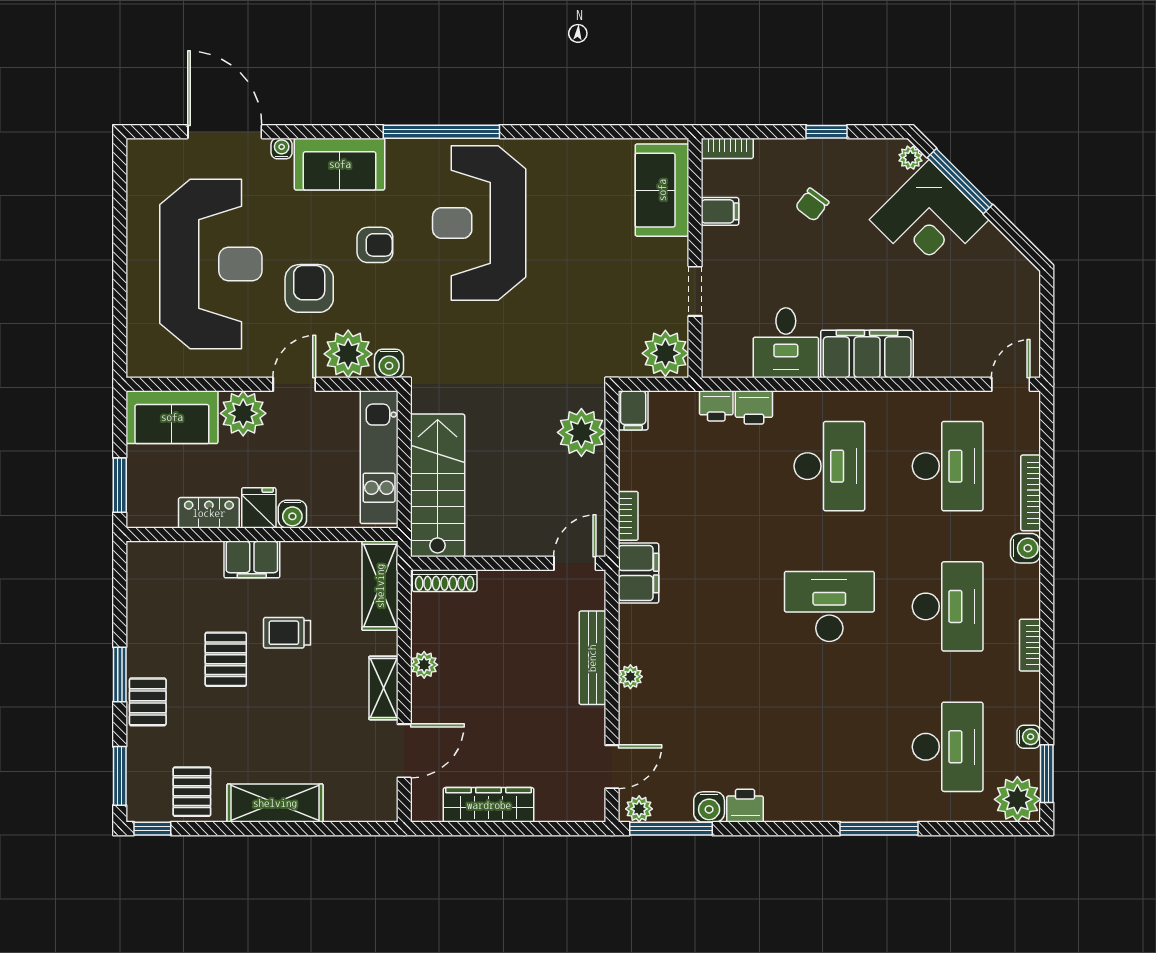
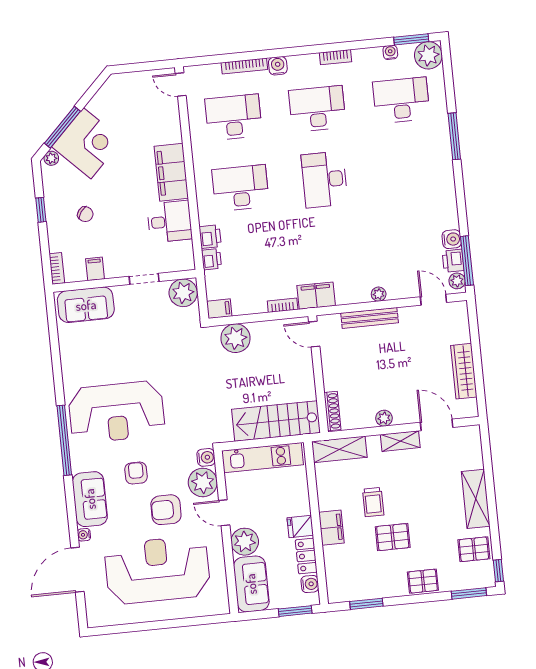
water cooler: (292, 514) -> (310, 584), moved
window: (120, 674) -> (366, 604), moved
printer: (745, 806) -> (453, 261), moved

